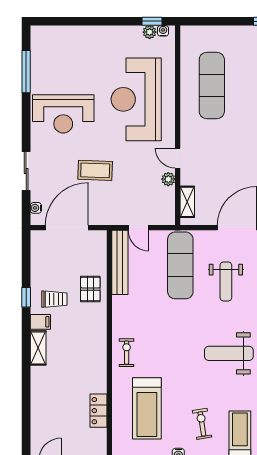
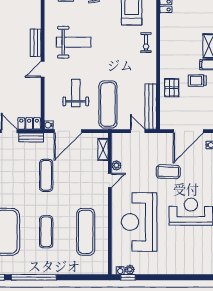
reception desk: (136, 99) -> (139, 222), turned 180
door: (178, 158) -> (110, 180), hinge flipped

